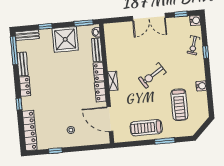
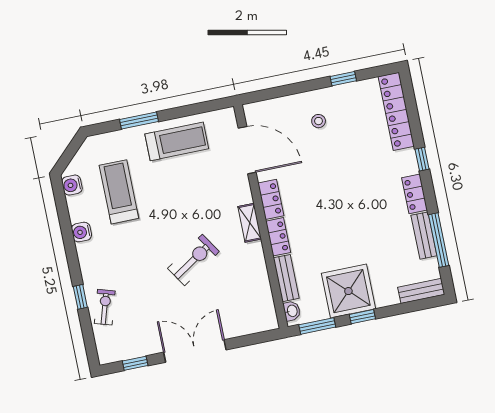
water cooler: (195, 20) -> (72, 185), moved
window: (45, 26) -> (362, 317), moved
window: (14, 50) -> (439, 240), moved
exercise bike: (152, 75) -> (193, 260), moved

